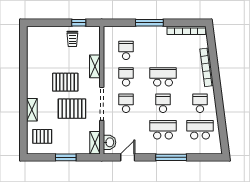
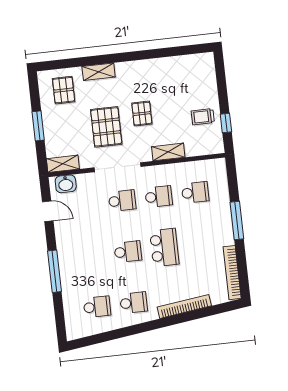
pallet: (65, 82) -> (142, 114), width x0.67, depth x0.71
school desk: (163, 130) -> (91, 256), removed
school desk: (200, 130) -> (97, 307), width x0.54

